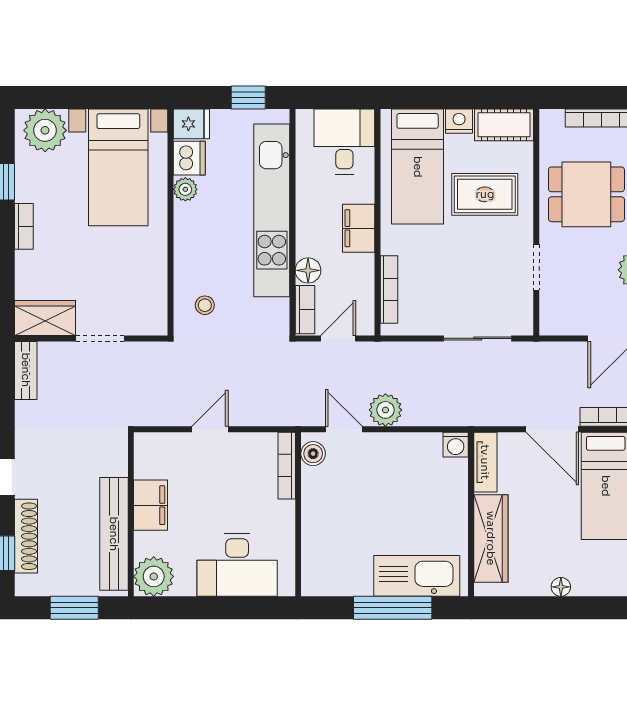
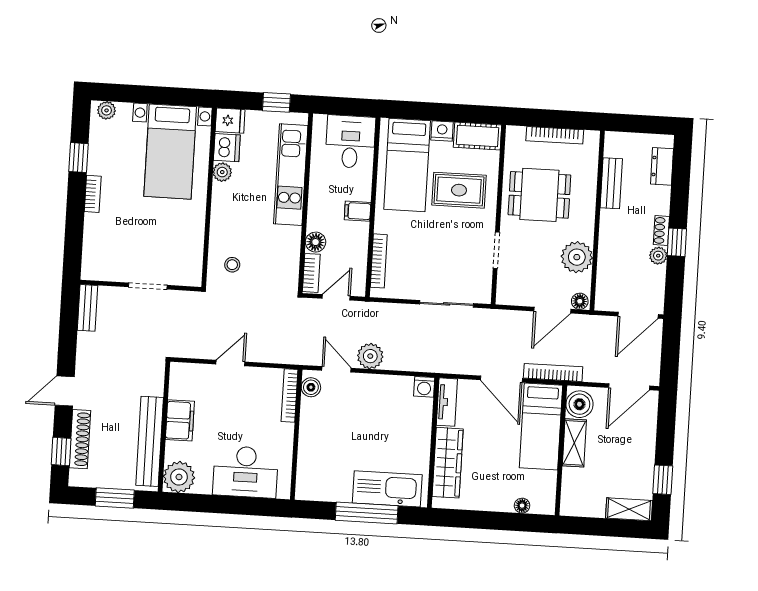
plant: (45, 130) -> (107, 110), width x0.53, depth x0.53
kitchen unit: (272, 210) -> (291, 175), width x0.73
filing cabinet: (359, 228) -> (358, 211), width x0.50
wardrobe: (45, 318) -> (105, 267), removed
floor lamp: (561, 587) -> (522, 506), moved

